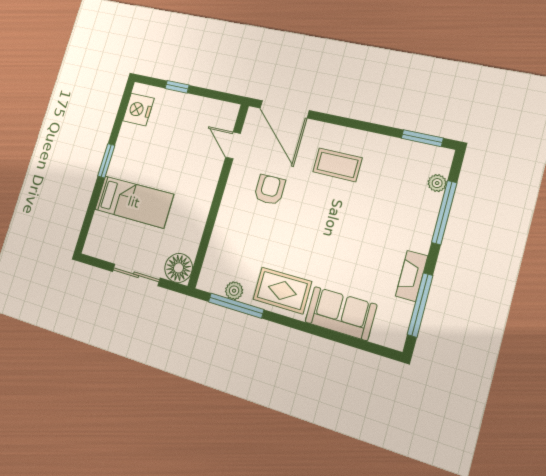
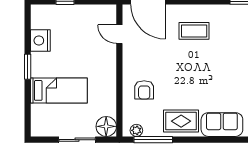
nightstand: (138, 110) -> (40, 41), moved
armchair: (270, 190) -> (144, 90), moved, turned 180
plant: (234, 291) -> (136, 130), moved

